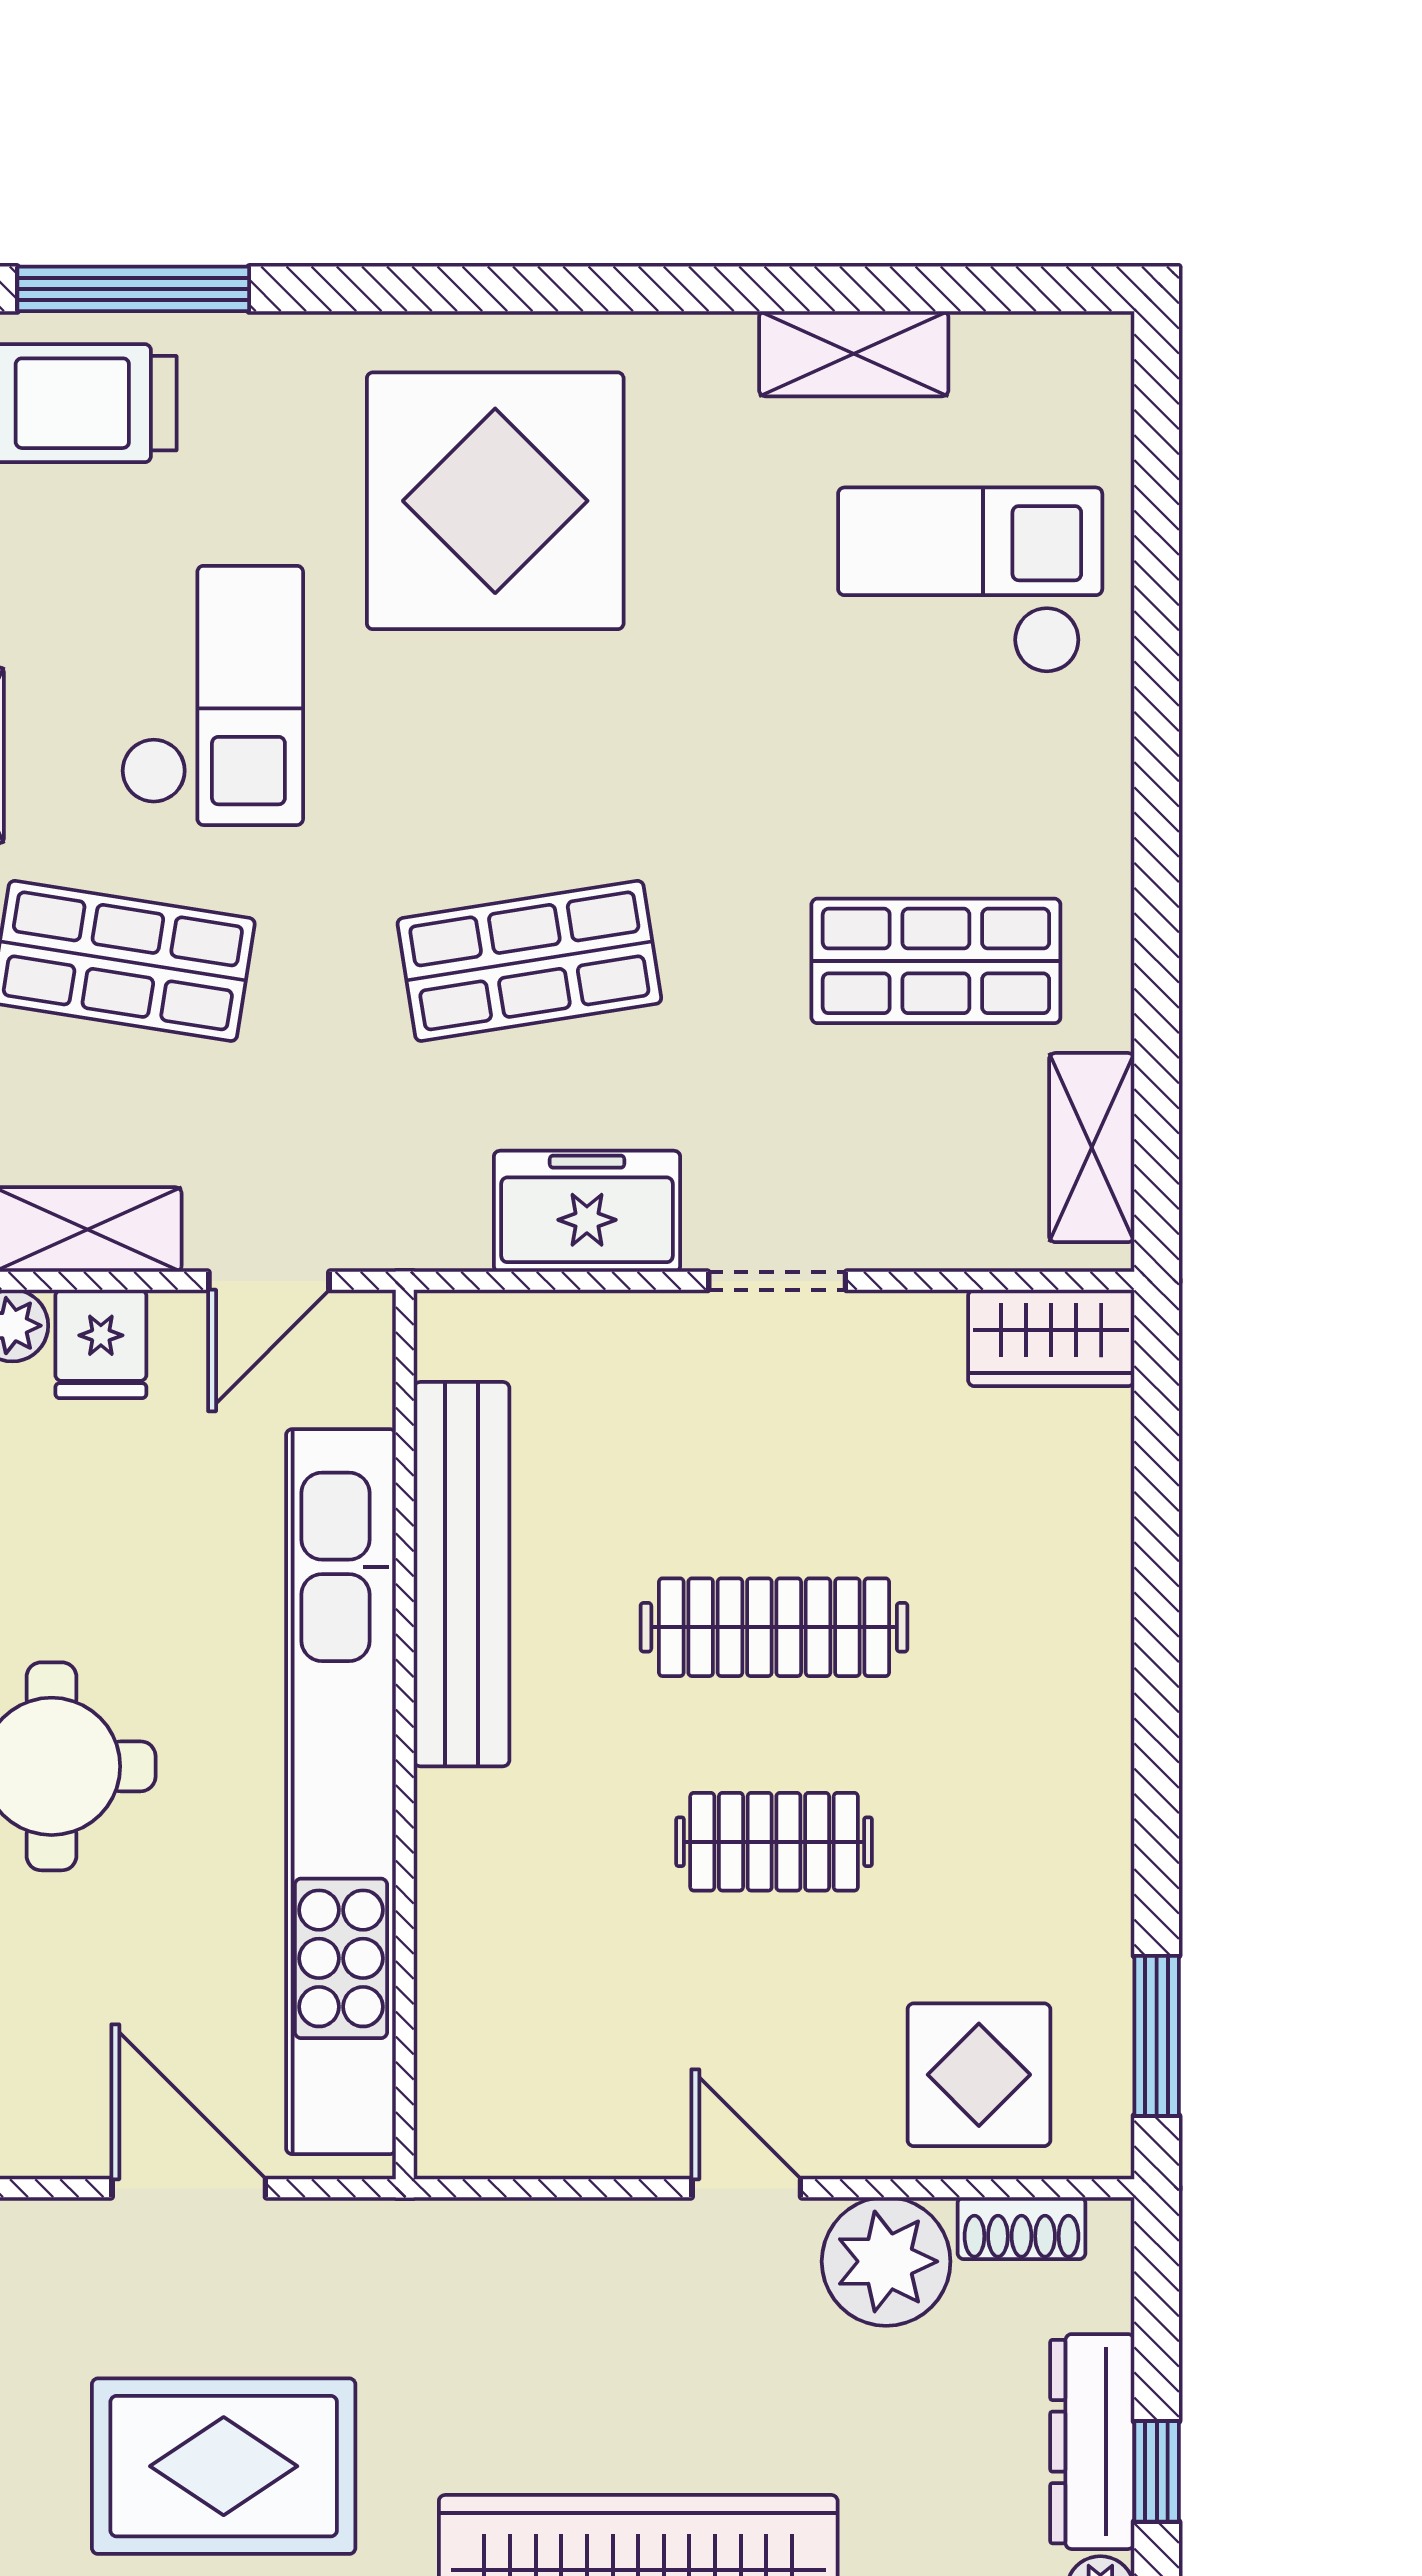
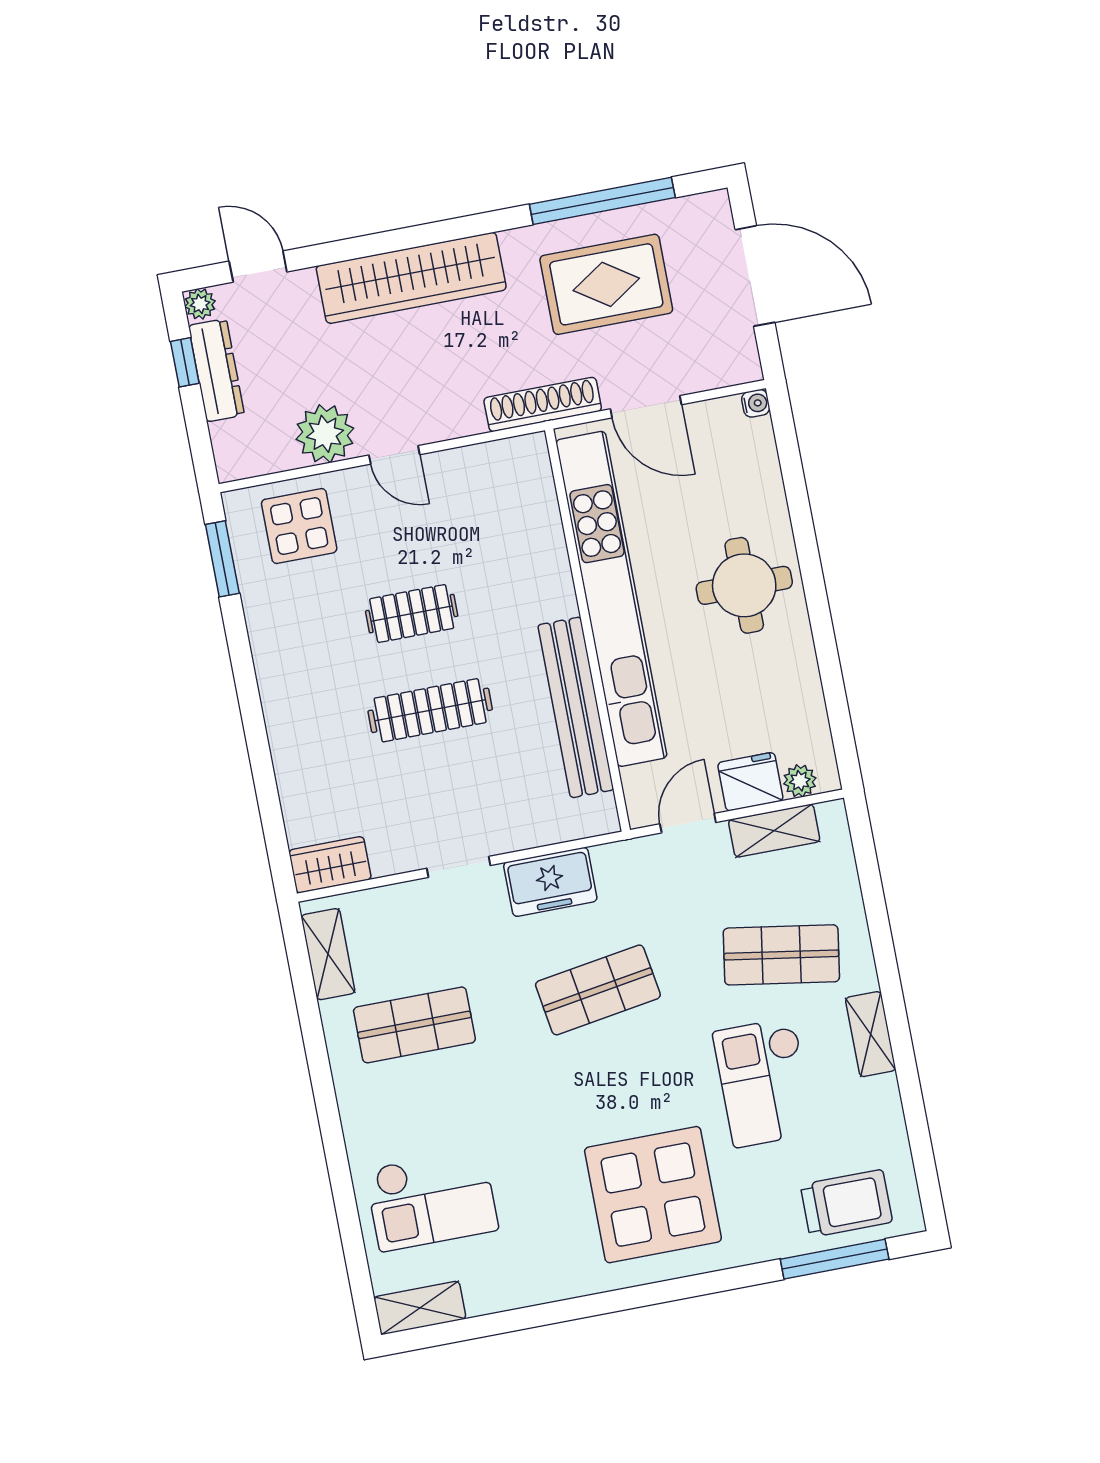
shelving: (854, 354) -> (420, 1308), moved
fridge: (101, 1344) -> (750, 782), width x1.38
shoe rack: (1022, 2228) -> (543, 404), moved, width x1.94, depth x1.24

